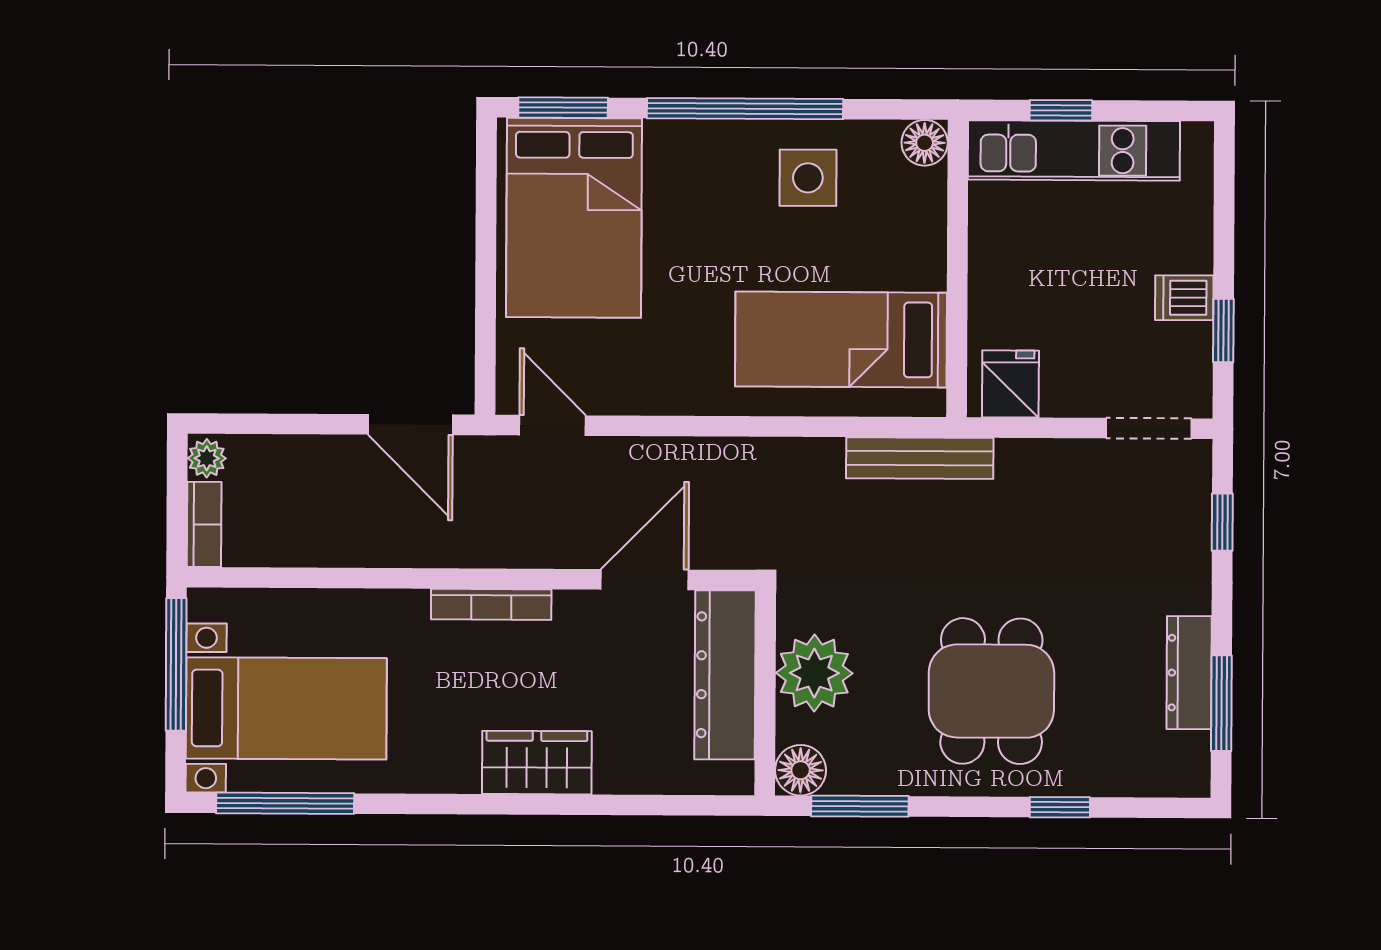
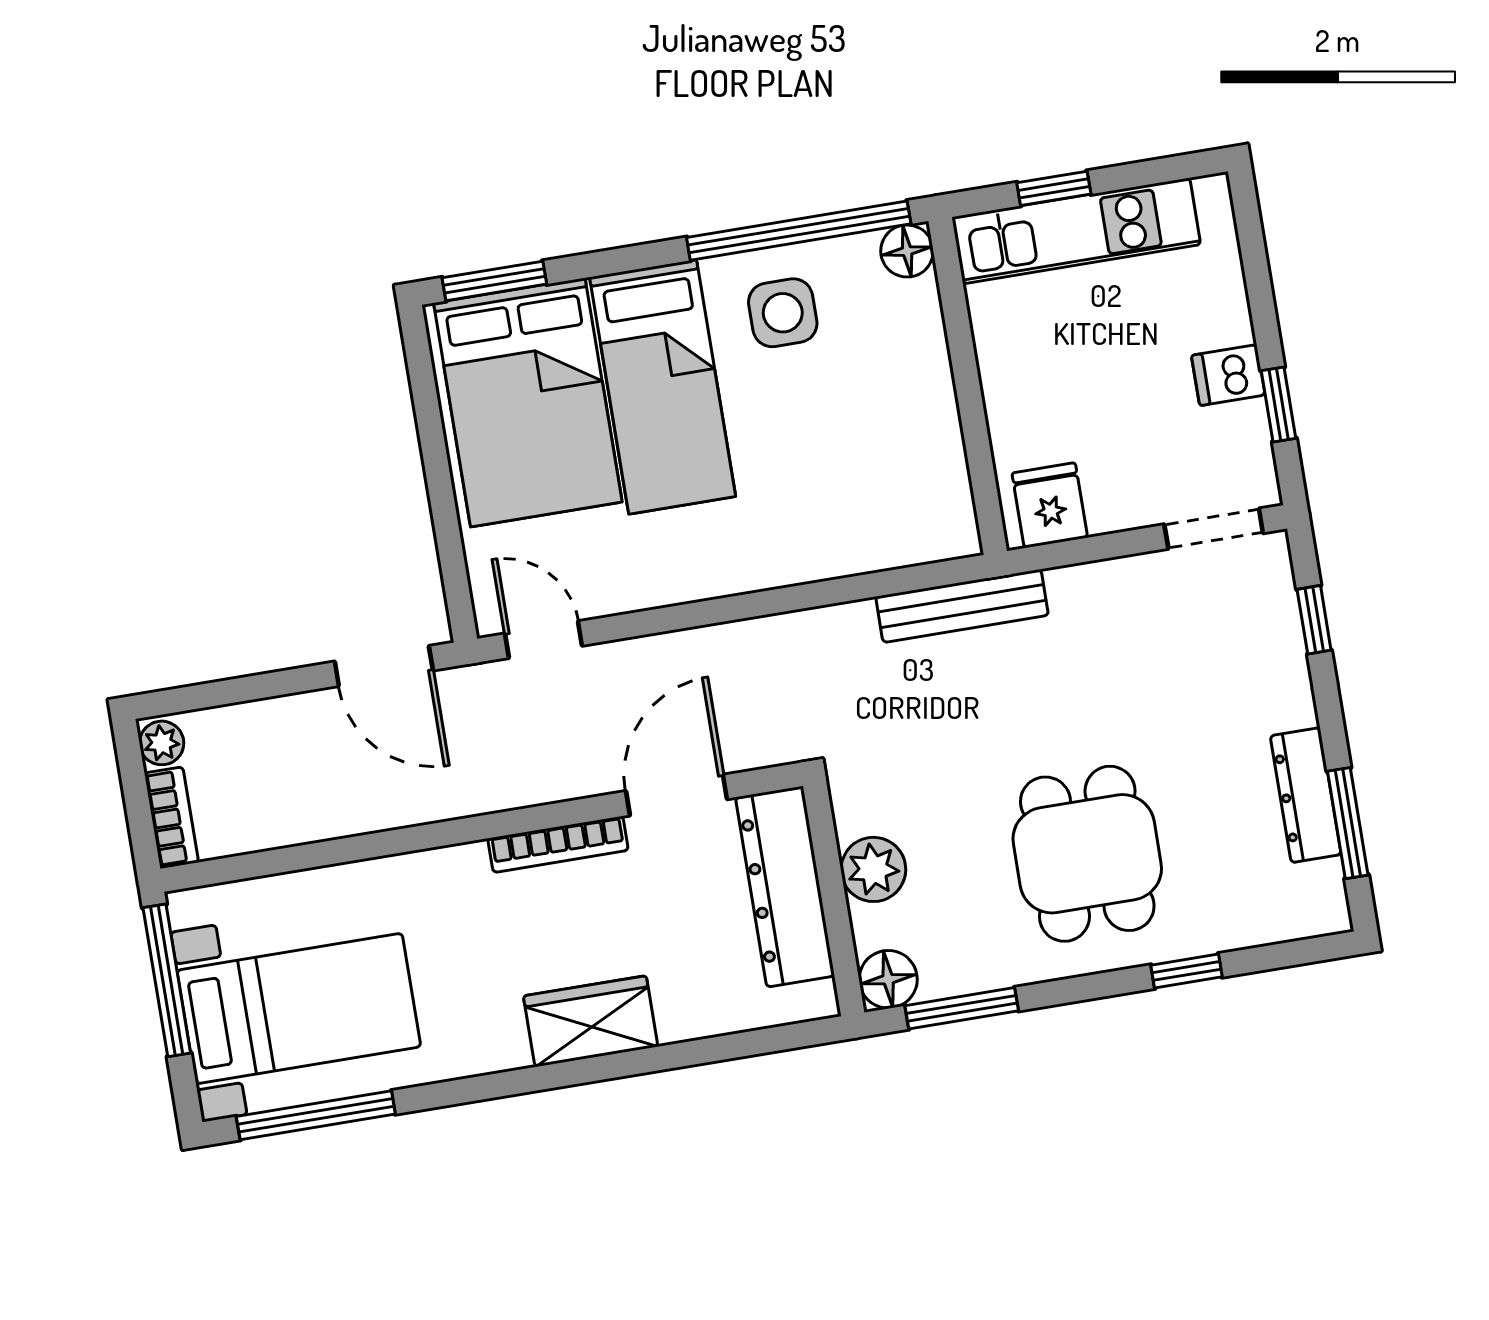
window: (745, 109) -> (799, 231), moved
bed: (841, 340) -> (663, 387), moved, turned -90
bookcase: (491, 604) -> (558, 844), moved
plant: (814, 673) -> (873, 869), width x0.73, depth x0.73

